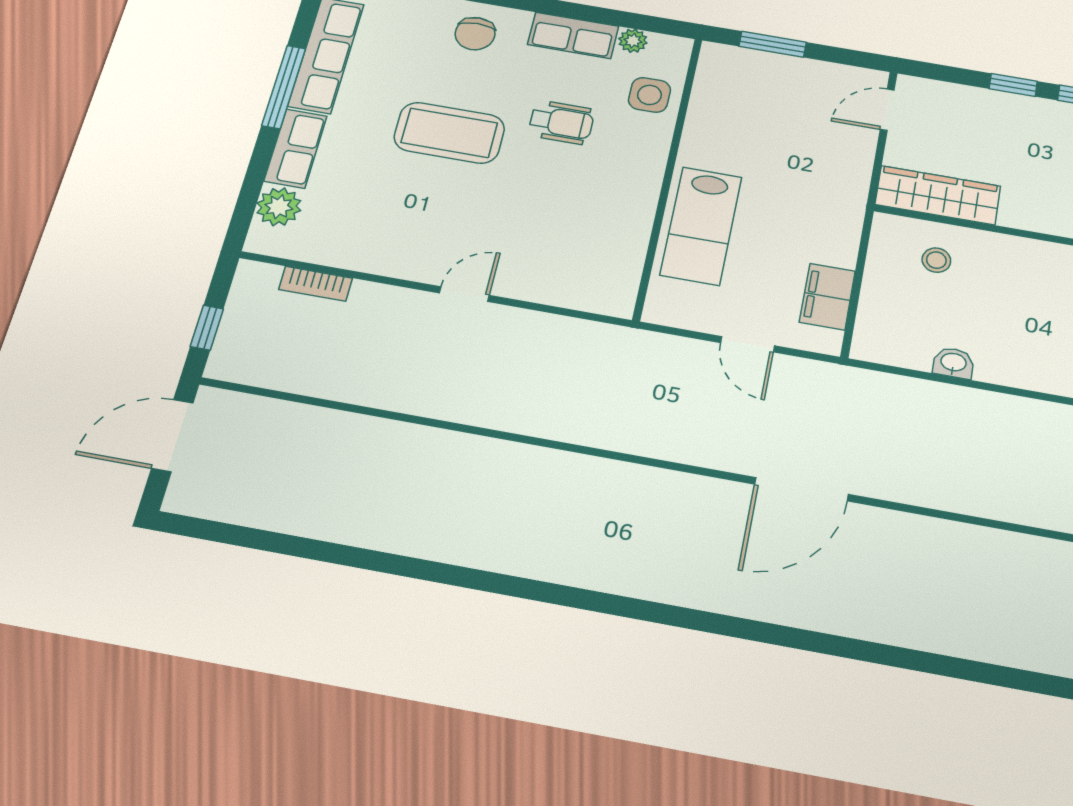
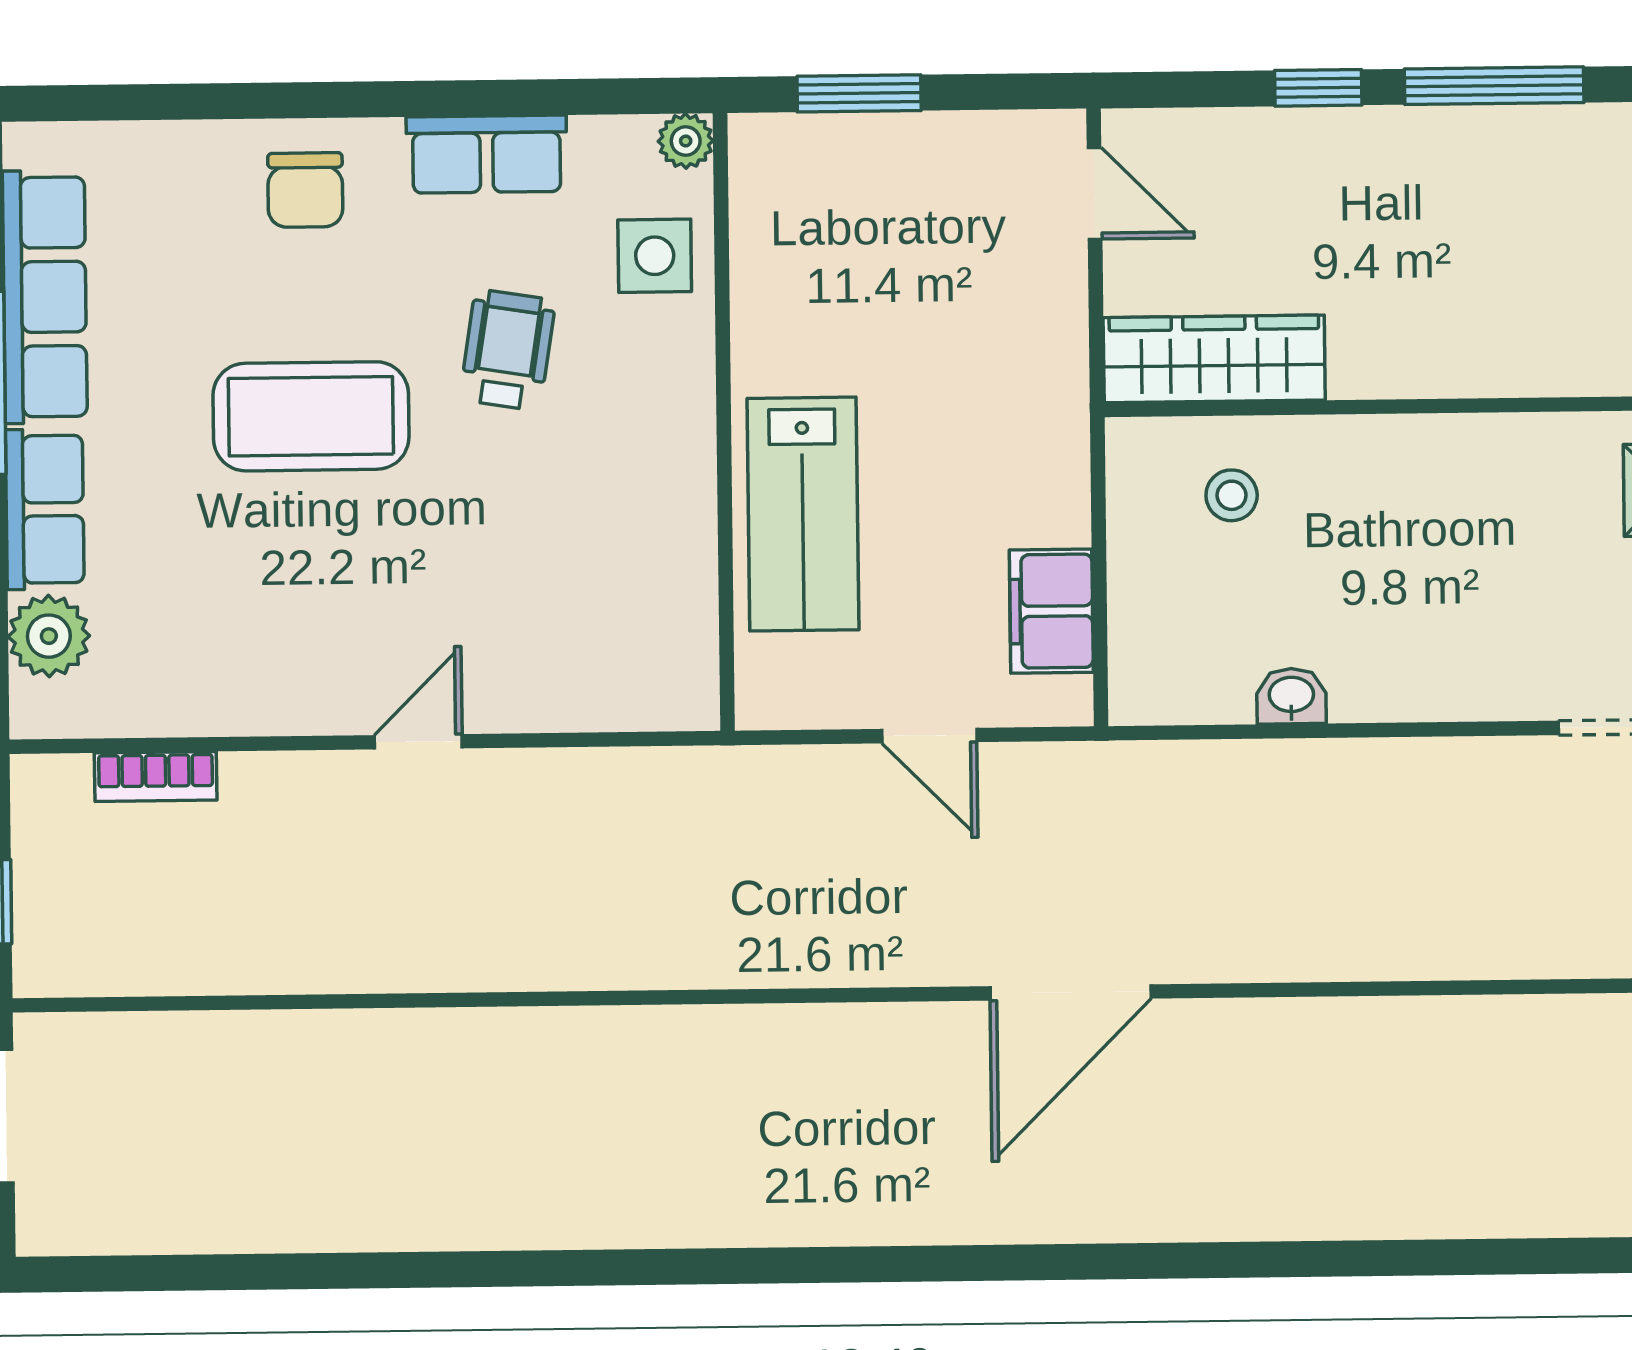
plant: (633, 41) -> (686, 141), moved
door: (887, 110) -> (1095, 193), swing flipped
wheelchair: (561, 122) -> (508, 350), turned -81

